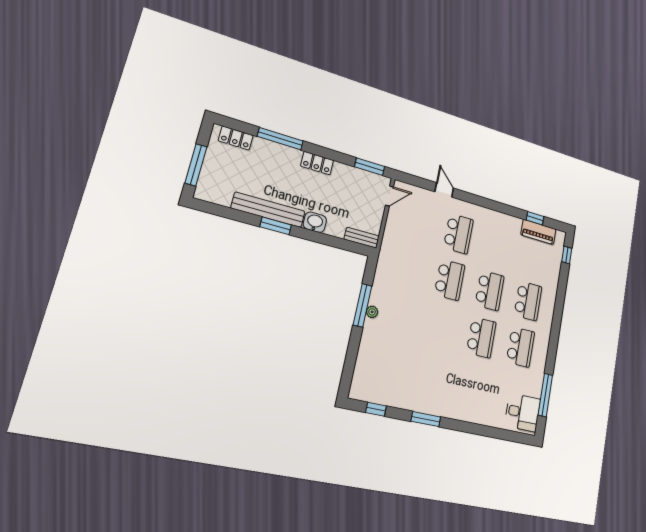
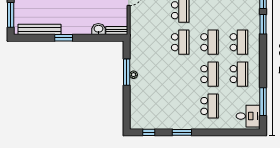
bench: (268, 210) -> (39, 29), moved
washbasin: (315, 222) -> (98, 29), moved
window: (562, 284) -> (263, 24), added
school desk: (473, 386) -> (209, 106), added

